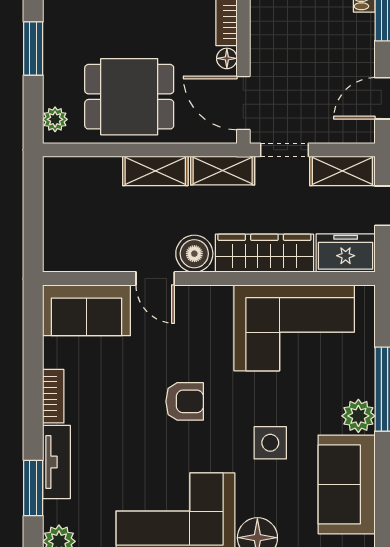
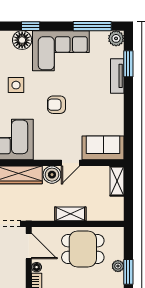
plant: (55, 119) -> (118, 266), moved
shelving: (223, 171) -> (117, 181), moved, turned 90
door: (155, 279) -> (70, 163), swing flipped
bookcase: (53, 396) -> (119, 107), removed

